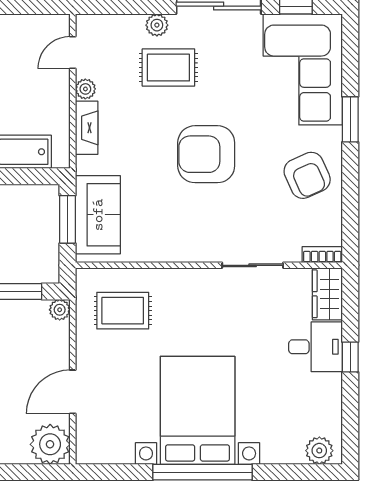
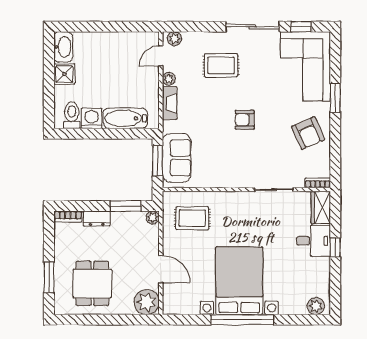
plant: (157, 25) -> (174, 39), moved
armchair: (206, 154) -> (245, 120), width x0.53, depth x0.53
door: (73, 392) -> (161, 269), swing flipped

